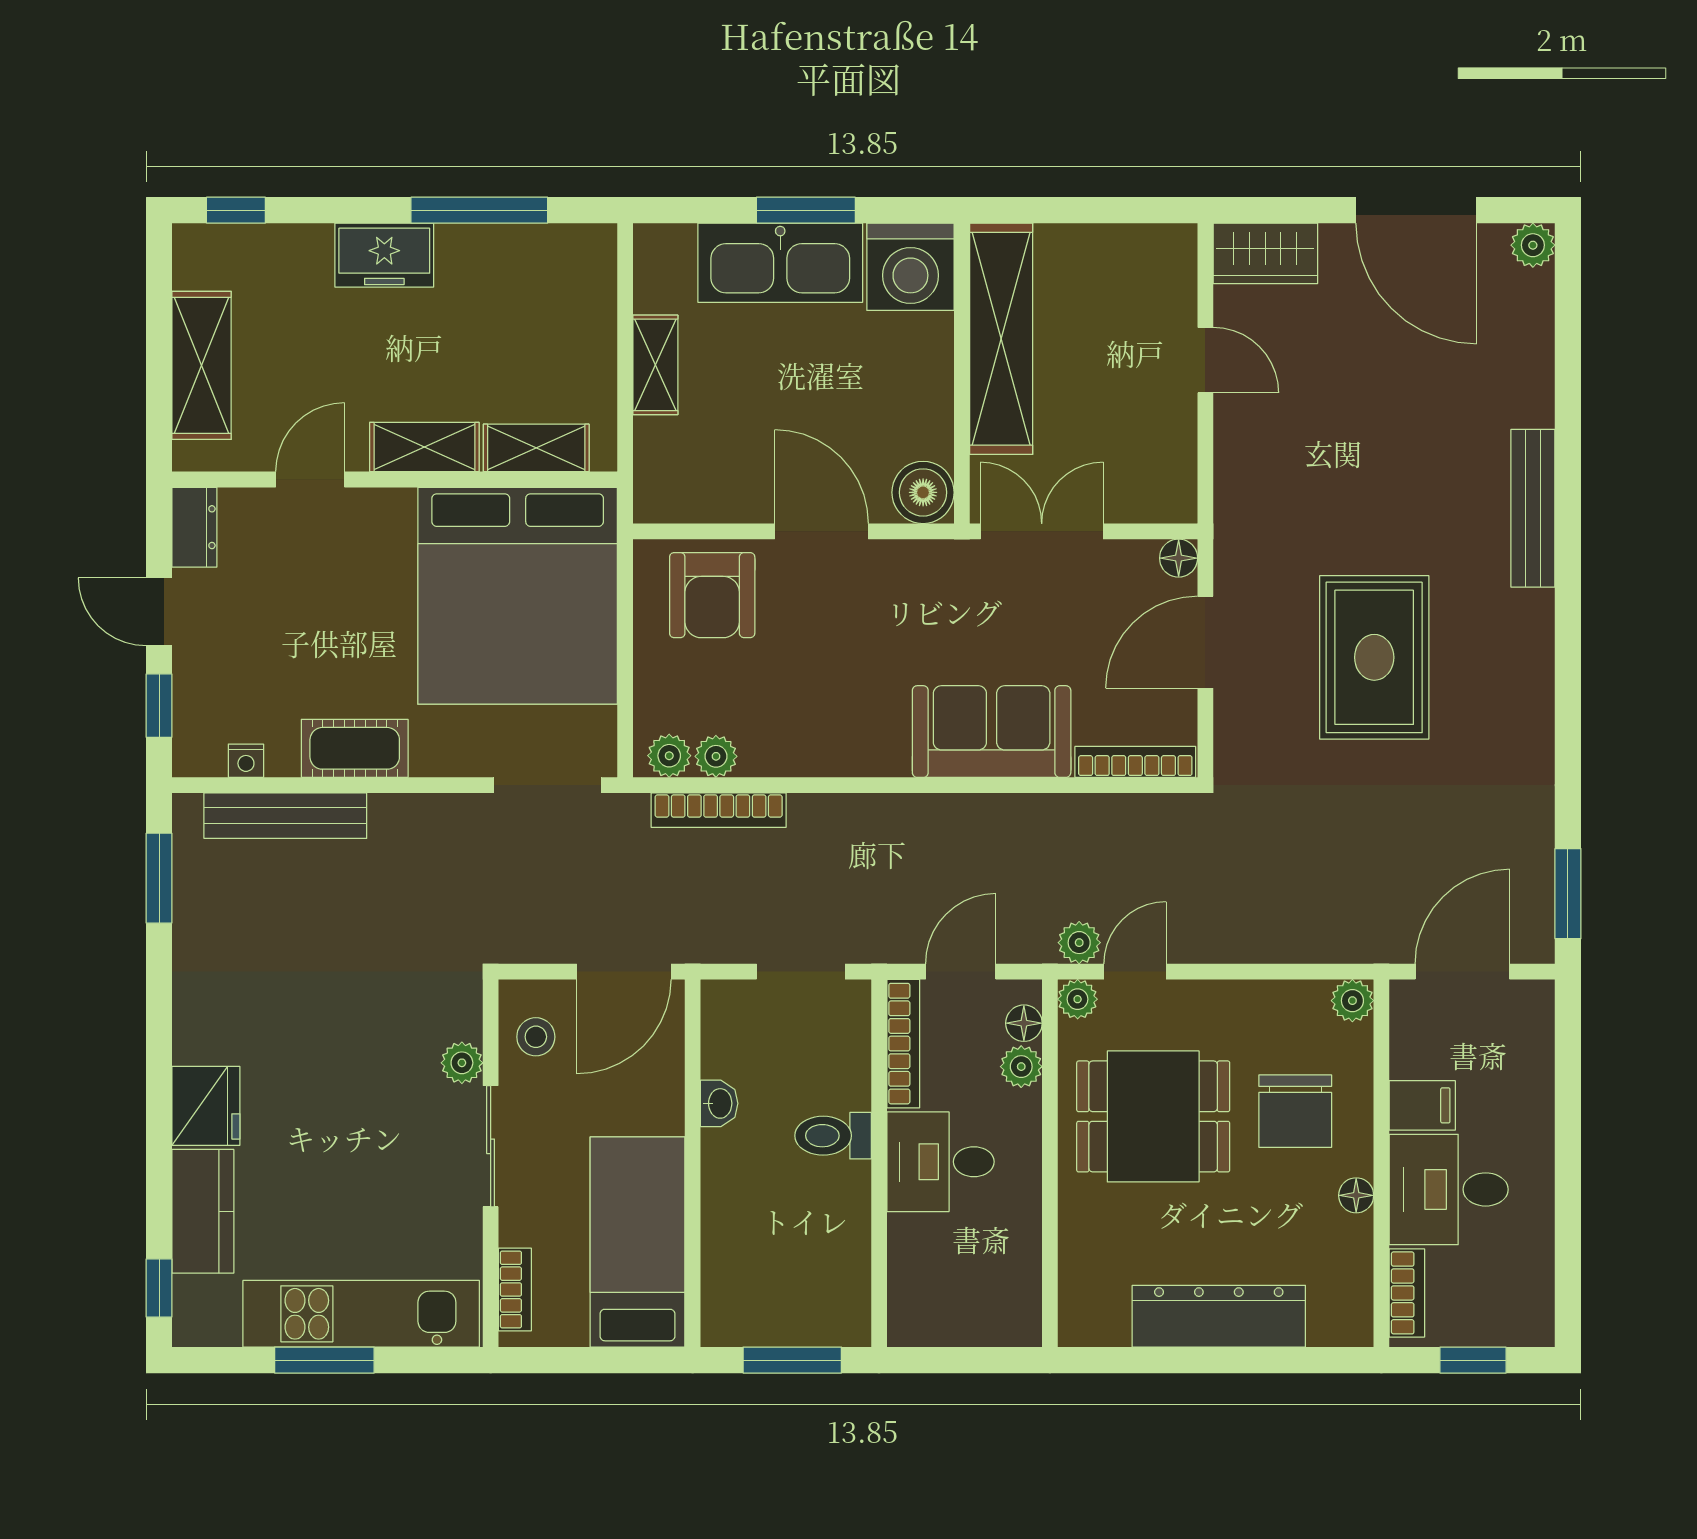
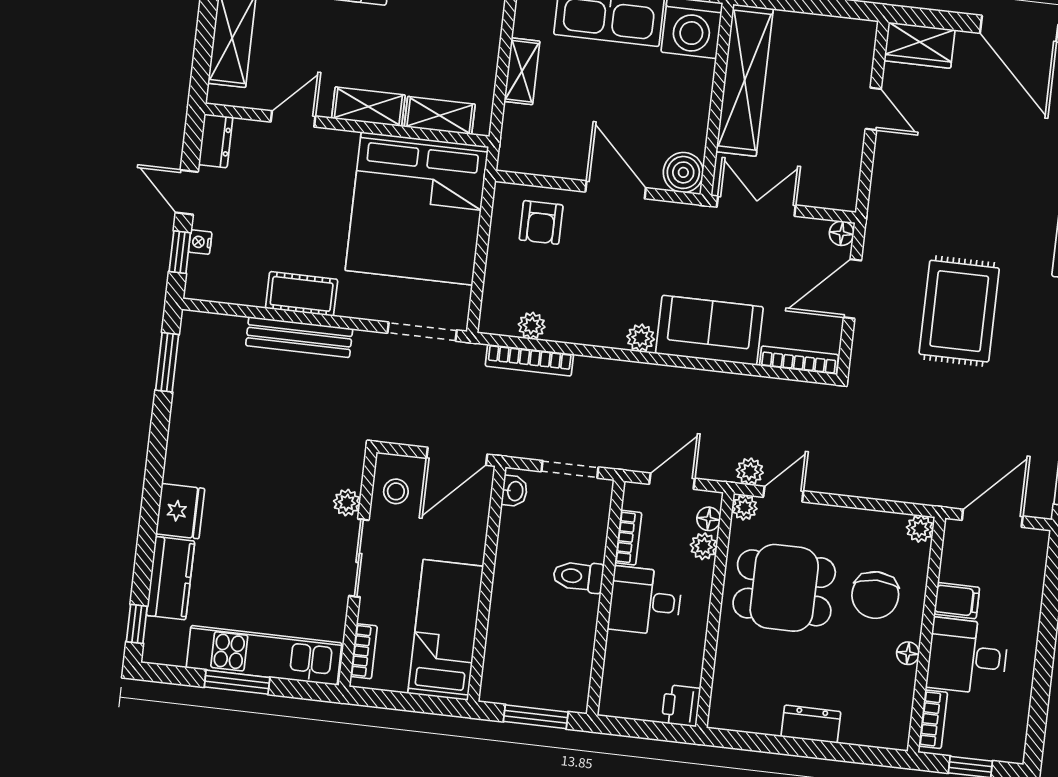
armchair: (712, 595) -> (541, 222), width x0.72, depth x0.72
plant: (669, 756) -> (641, 338), moved
nightstand: (246, 761) -> (200, 242), moved, turned 90
bench: (285, 816) -> (299, 337), moved
bookcase: (903, 1044) -> (628, 538), width x0.64
washbasin: (719, 1103) -> (515, 491), moved
dresser: (1219, 1316) -> (811, 724), width x0.51, depth x0.80
printer: (1015, 1317) -> (681, 706), added

